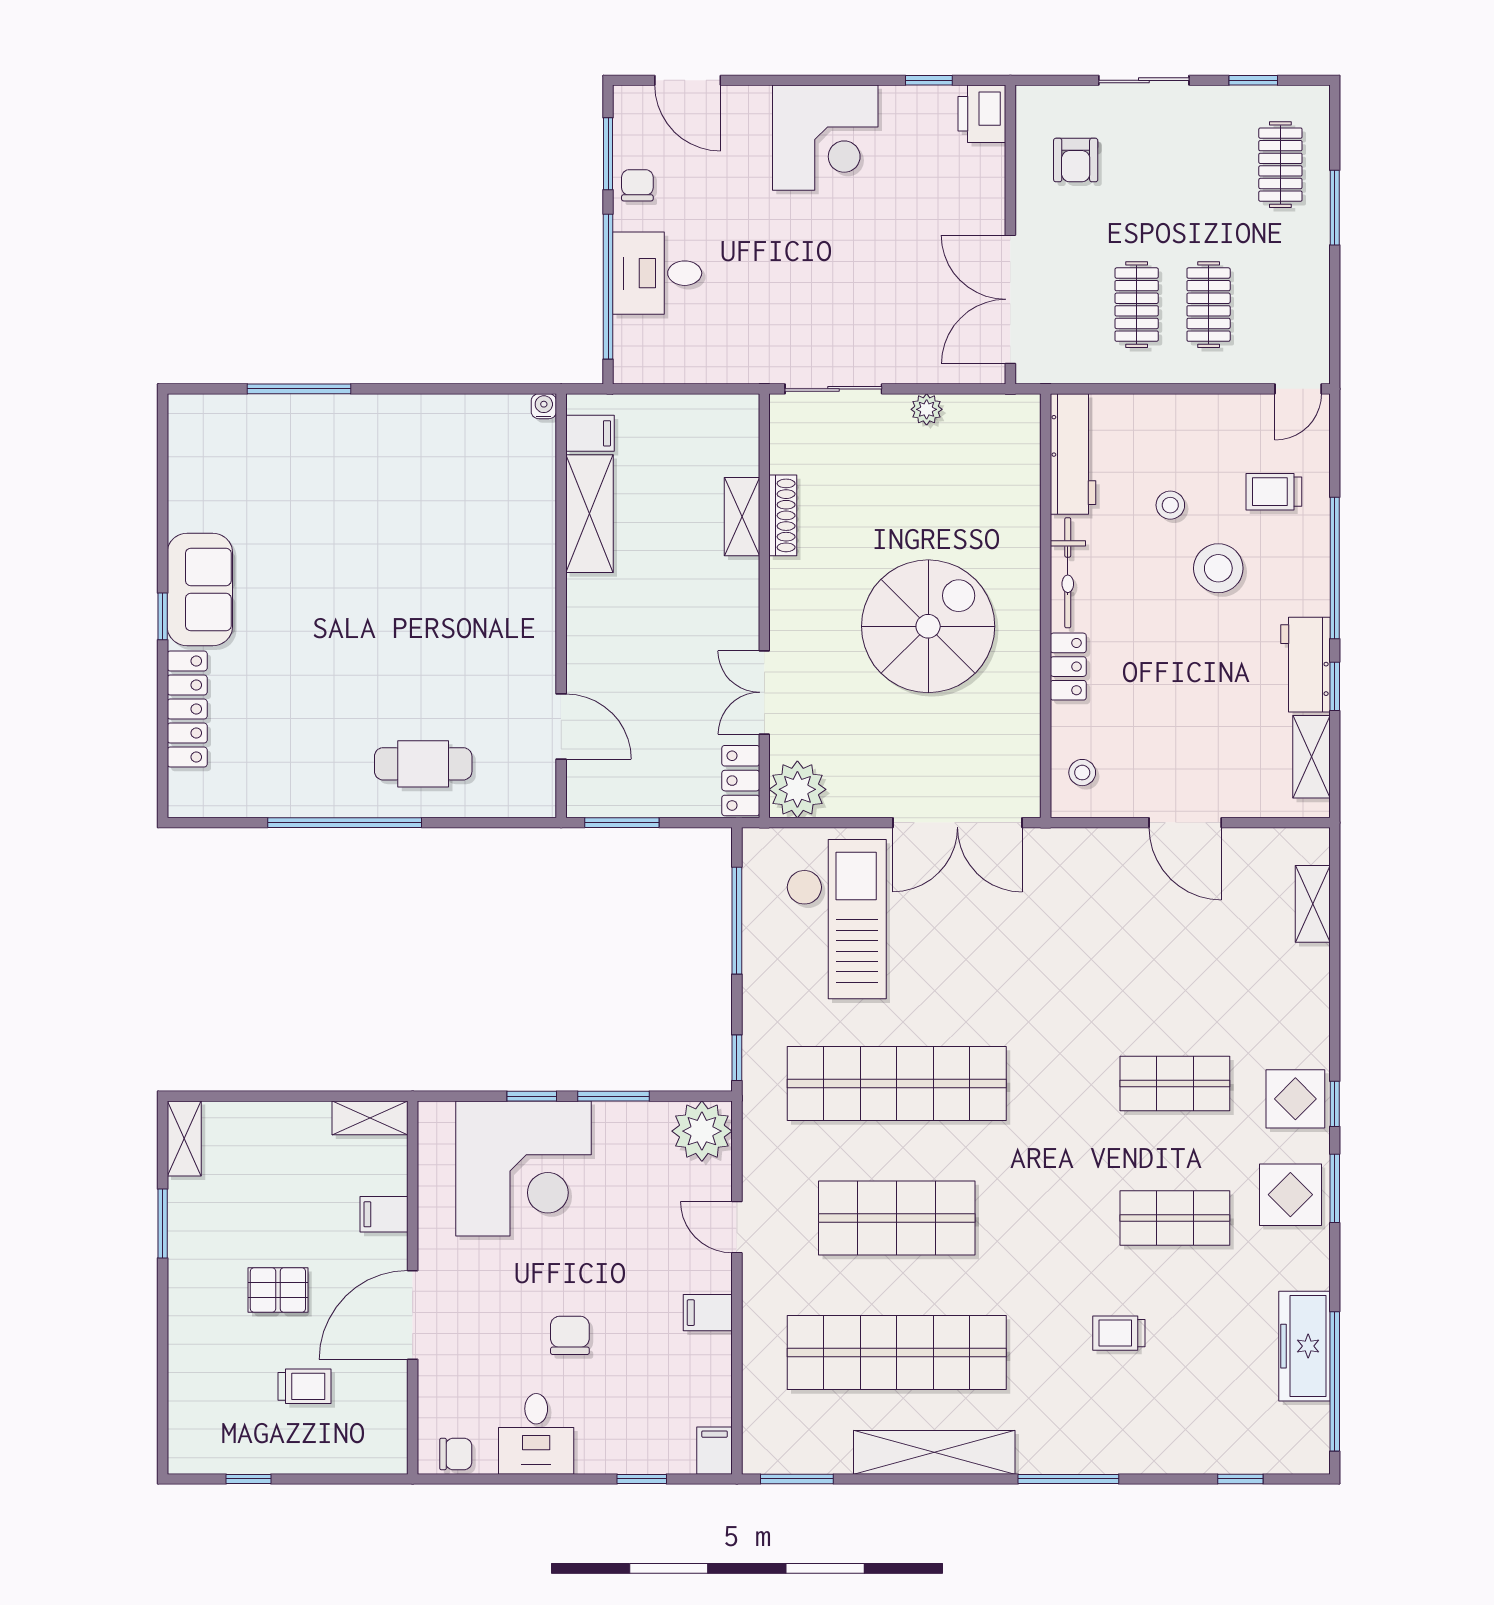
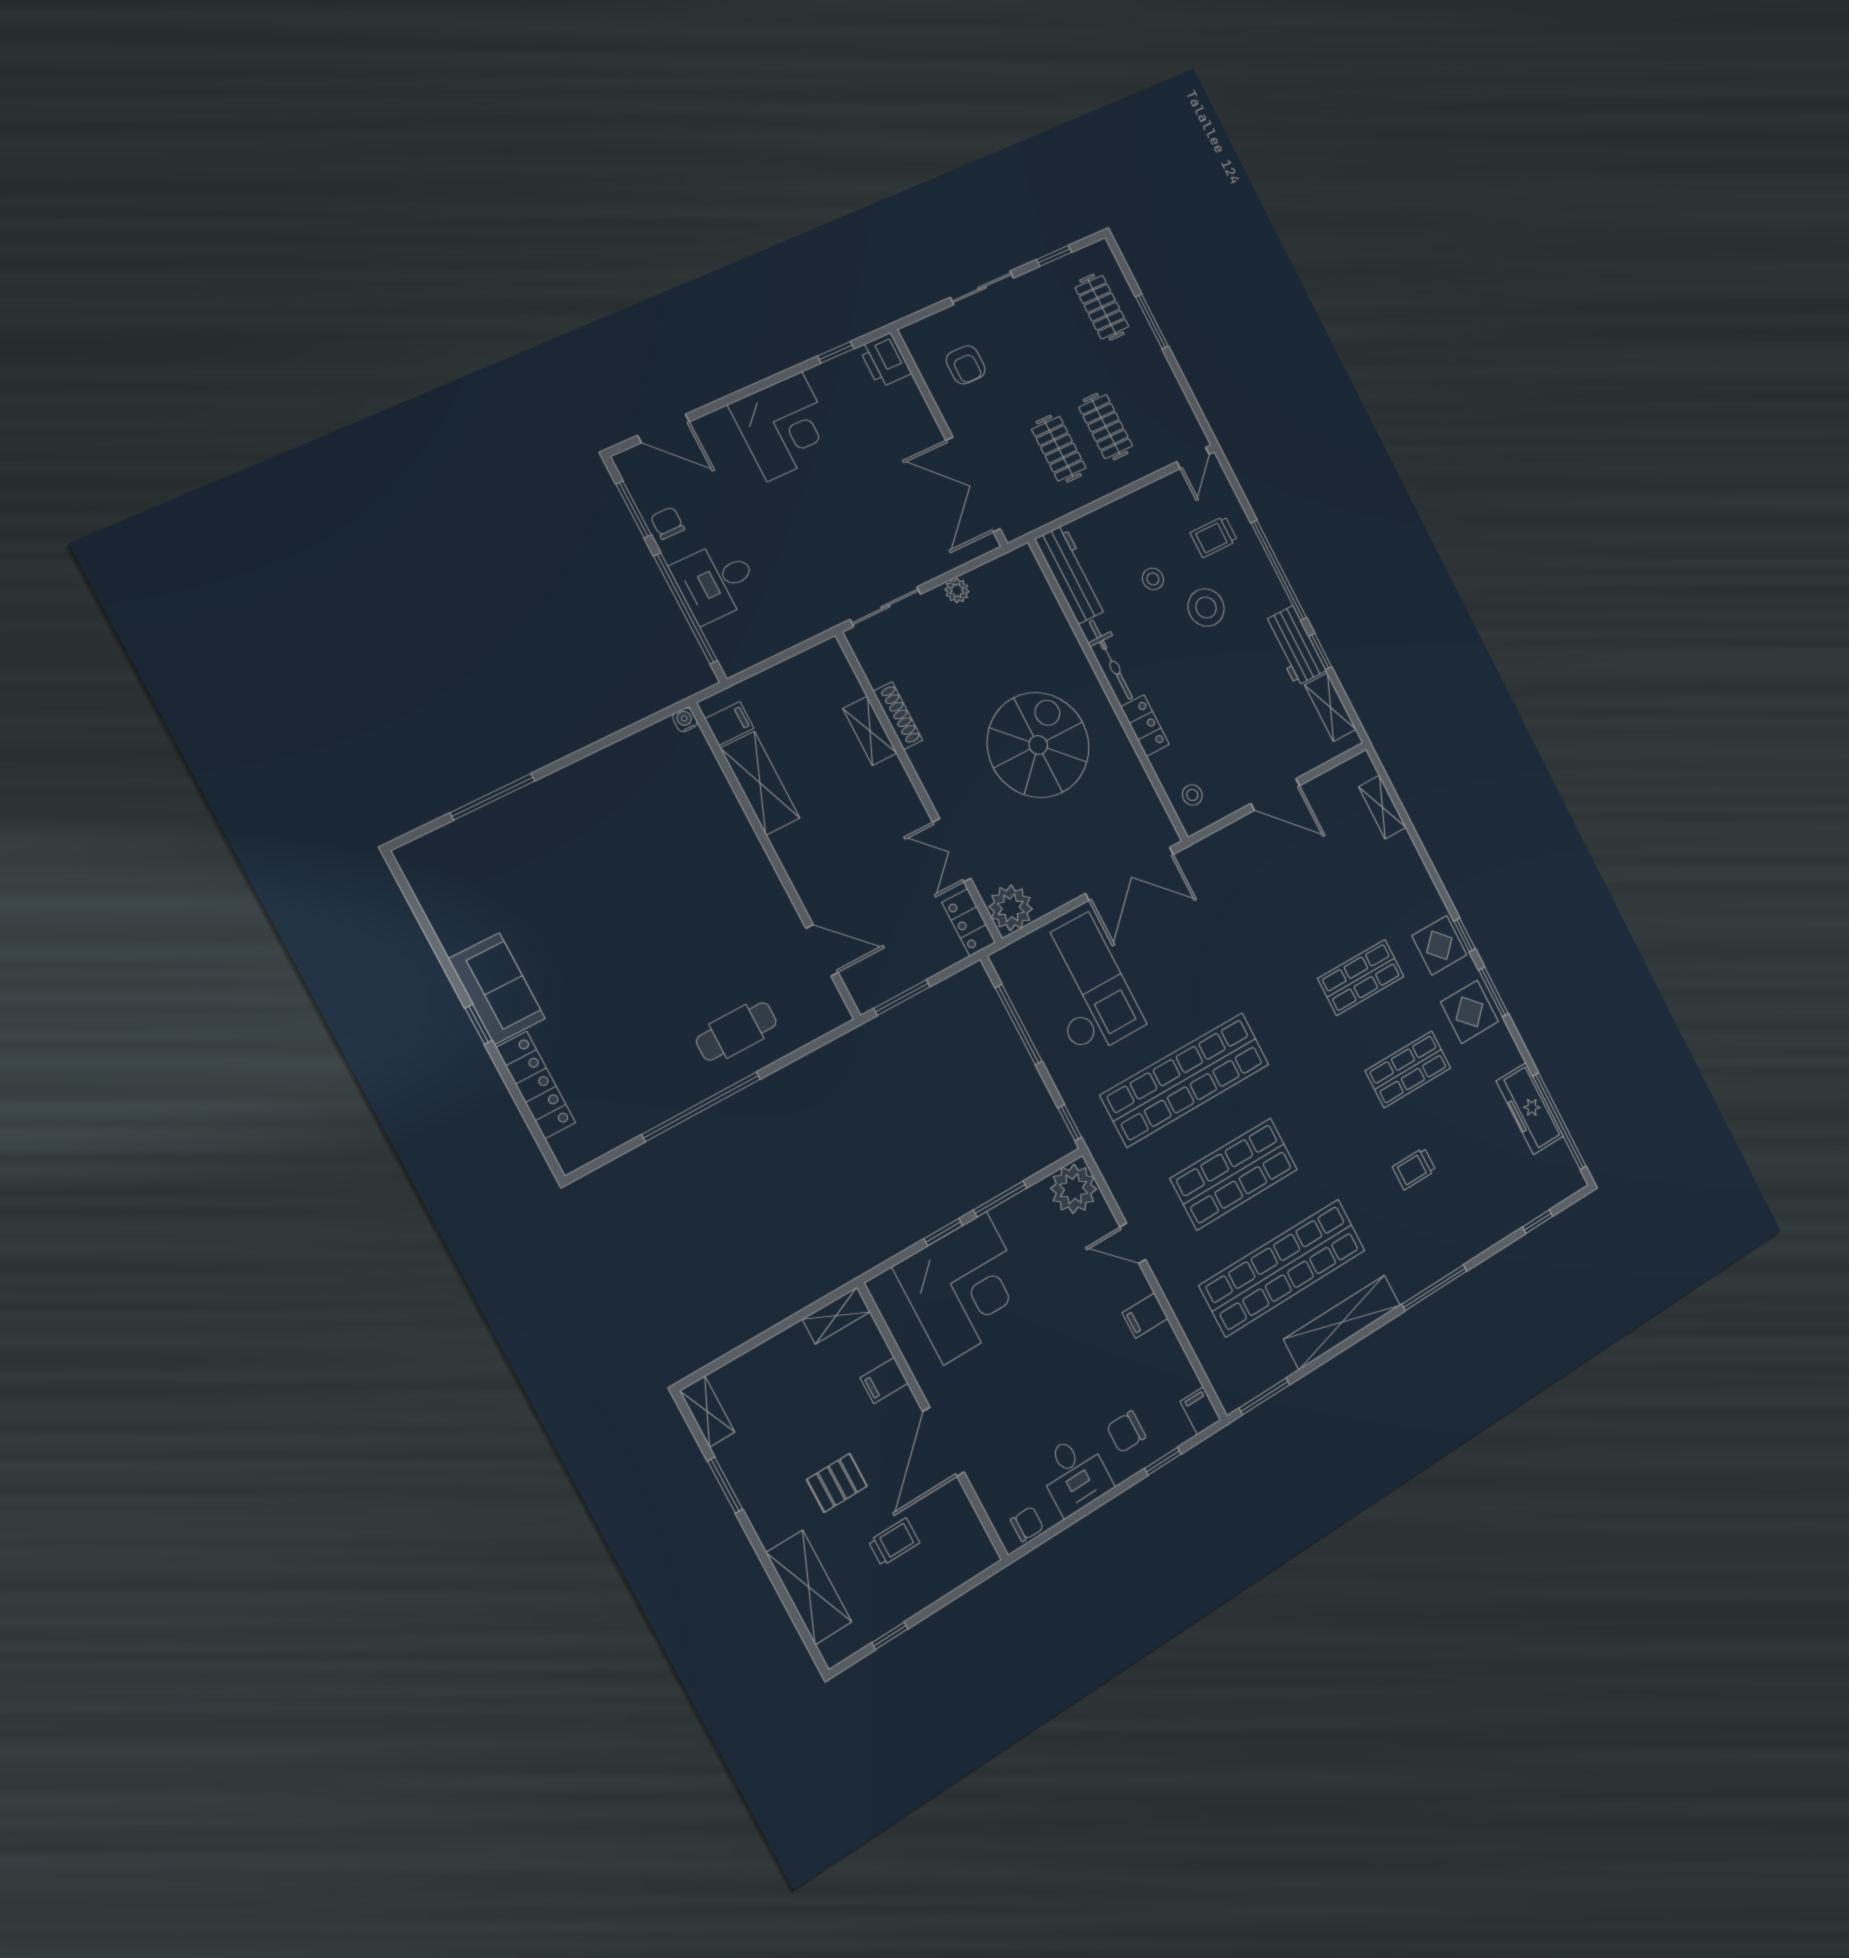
chair: (570, 1335) -> (1126, 1432), moved, turned -90
shelving: (192, 1378) -> (809, 1587), added

